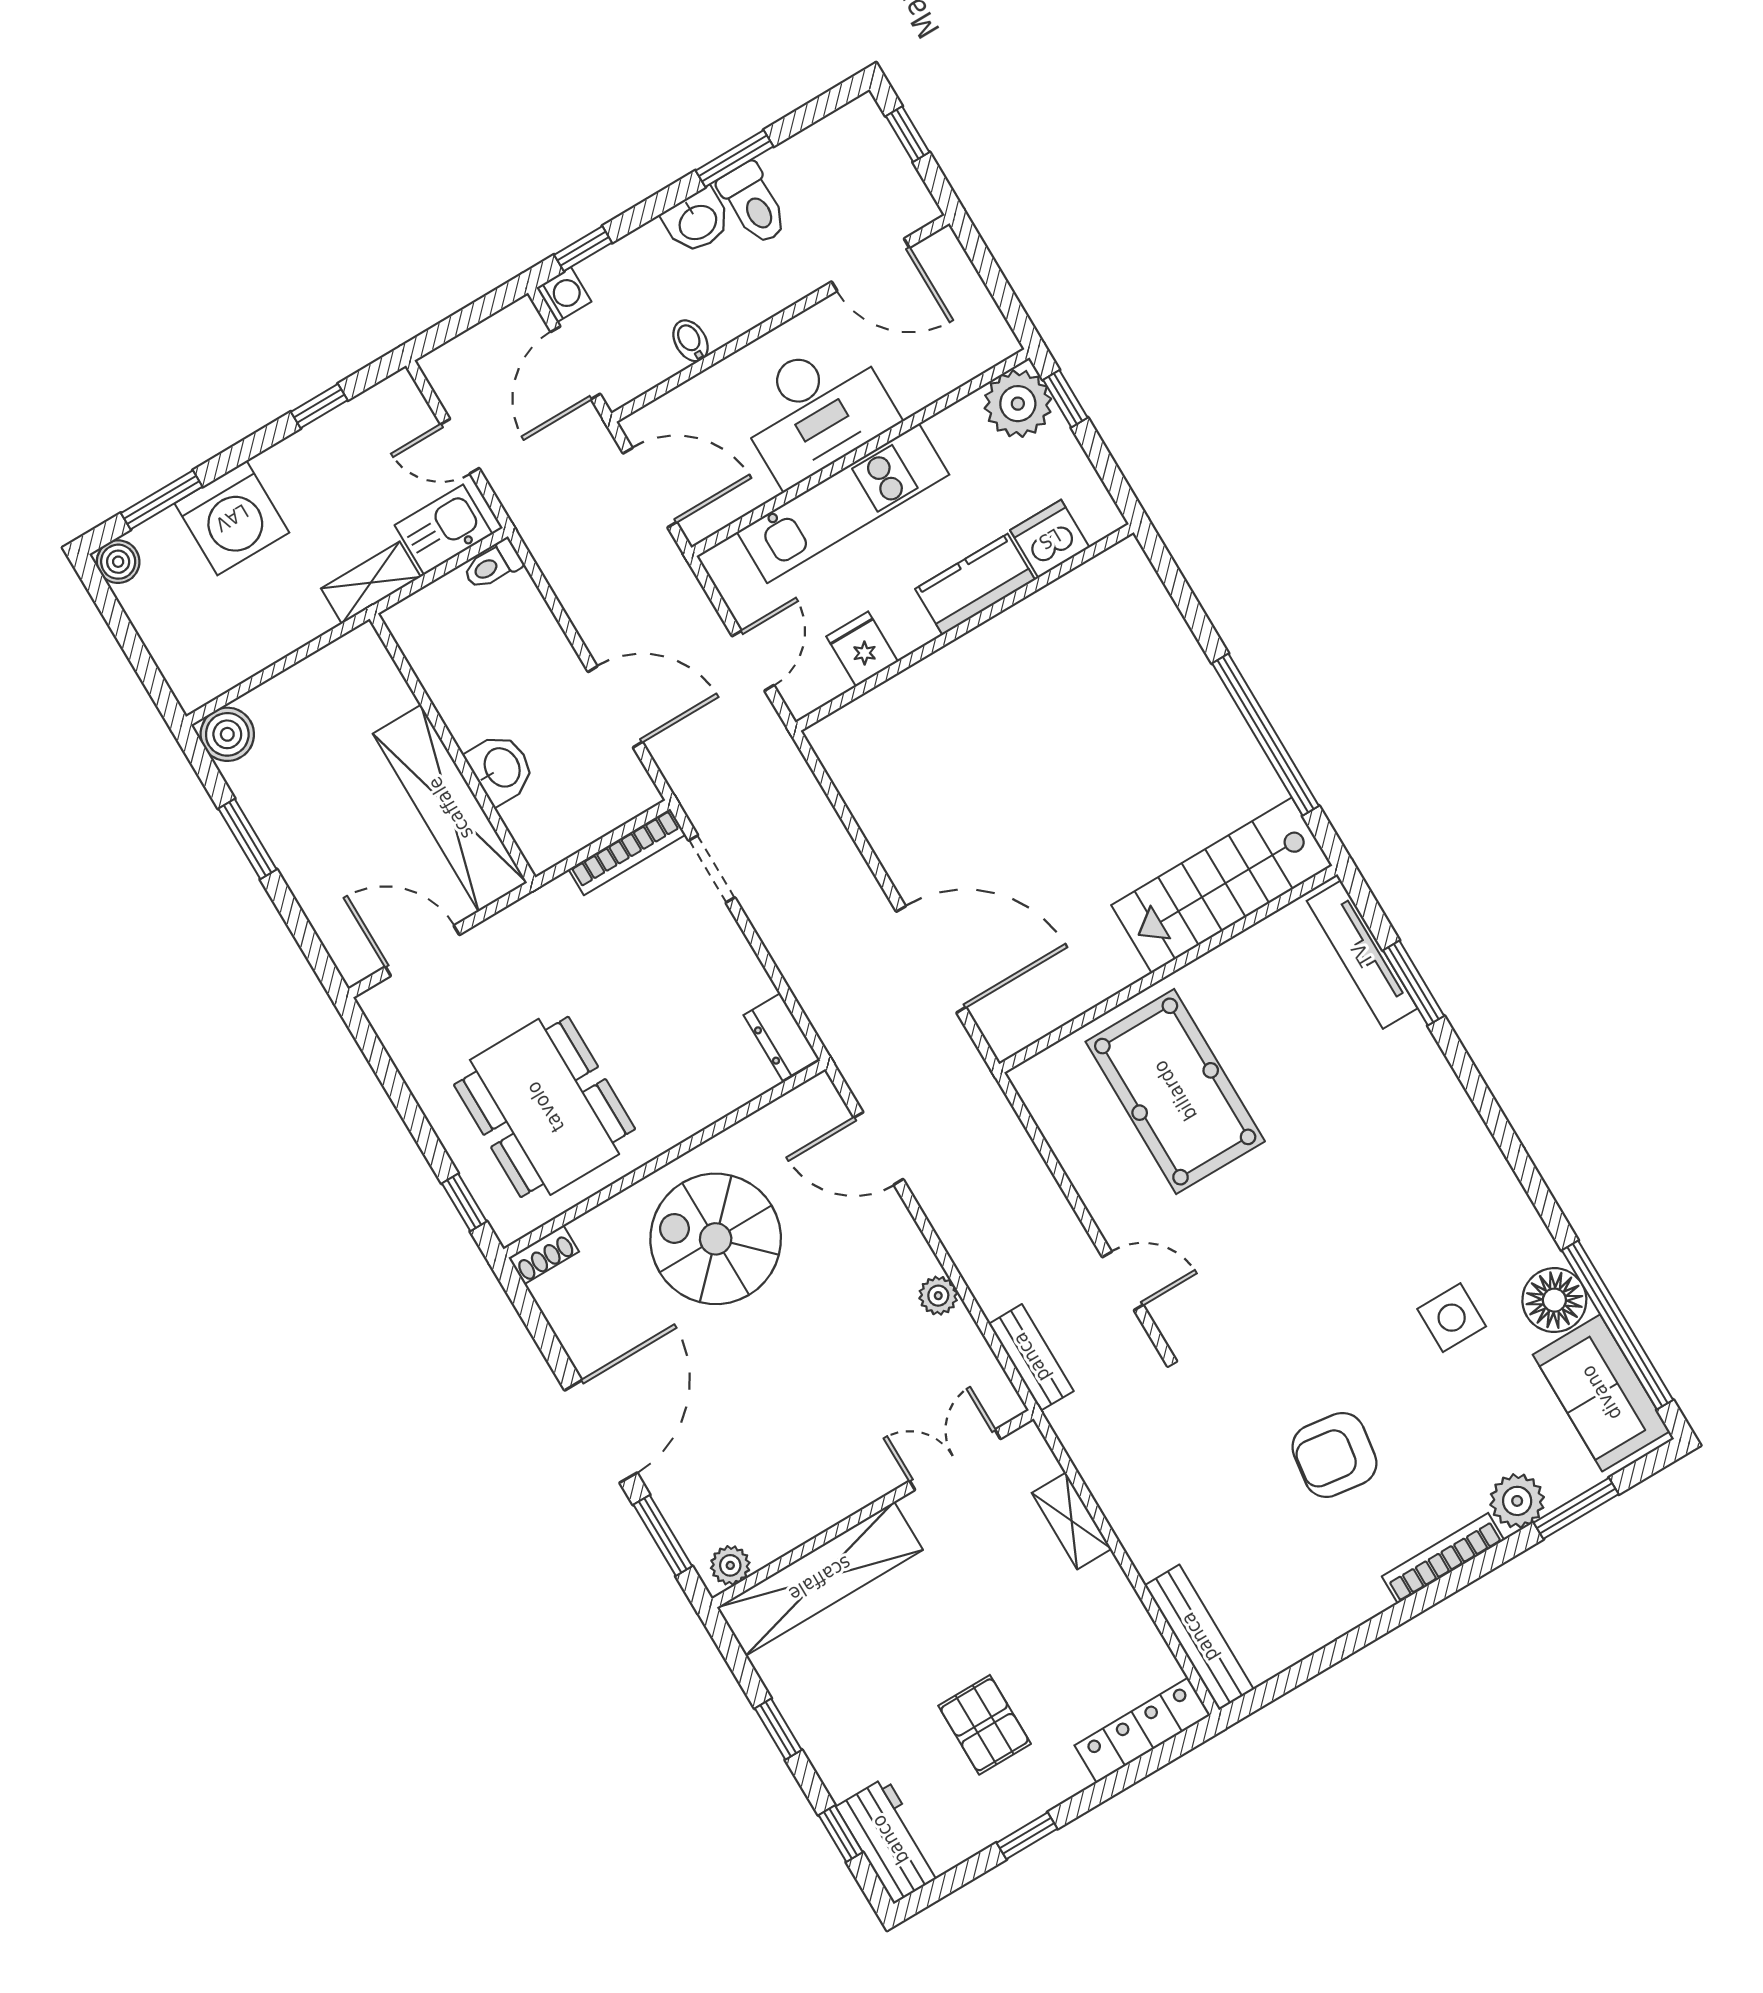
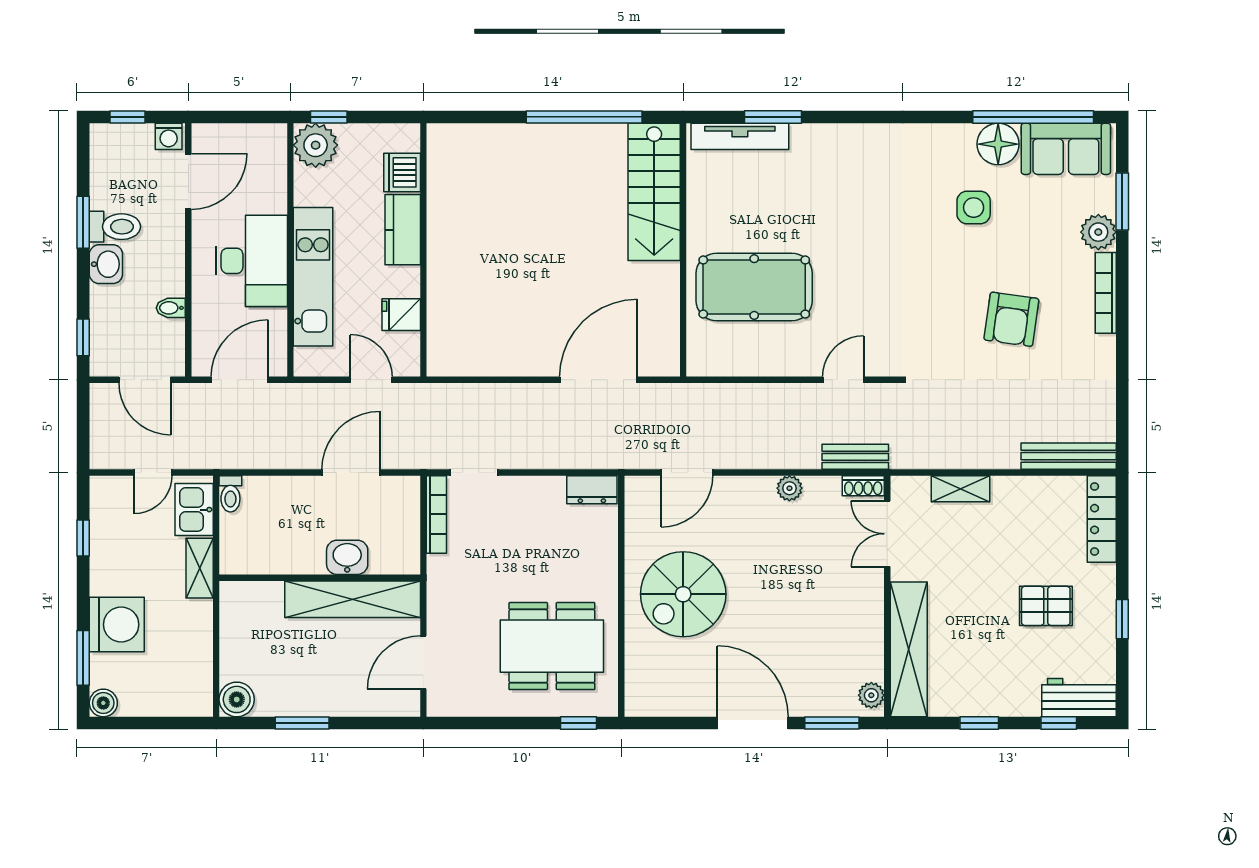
washing machine: (564, 295) -> (169, 136), moved, turned 180
shoe rack: (544, 1255) -> (863, 486), moved, turned 90

